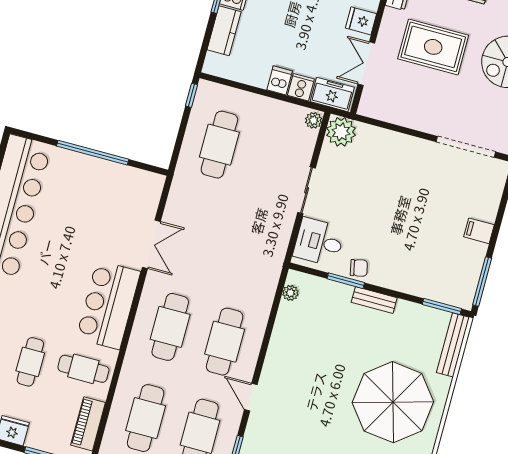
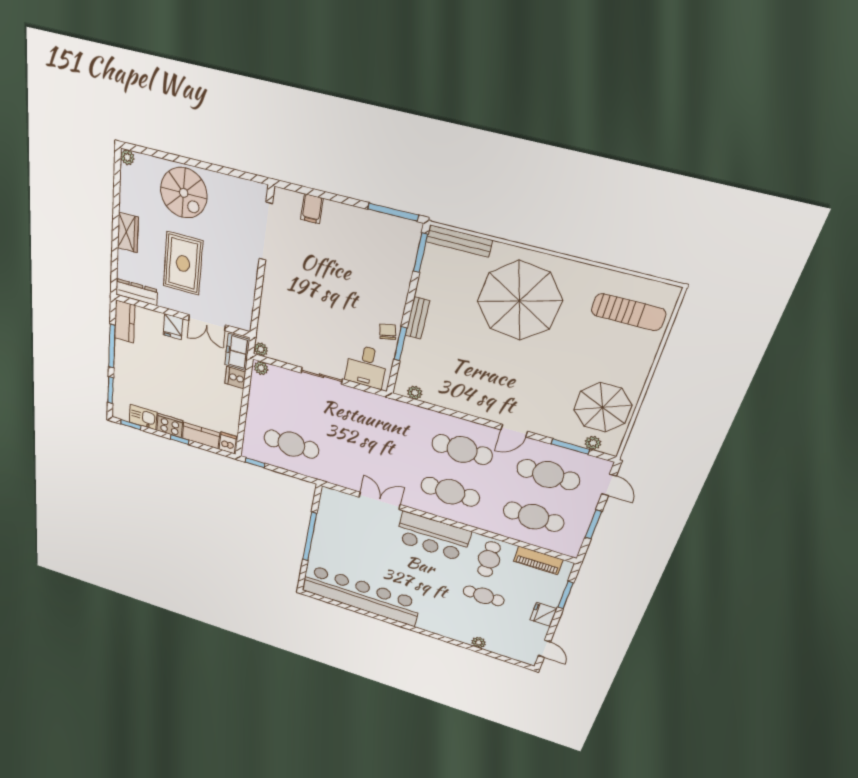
dishwasher: (280, 80) -> (228, 443), moved, turned 90
plant: (341, 132) -> (261, 349), width x0.53, depth x0.53
filing cabinet: (479, 231) -> (312, 209), moved

